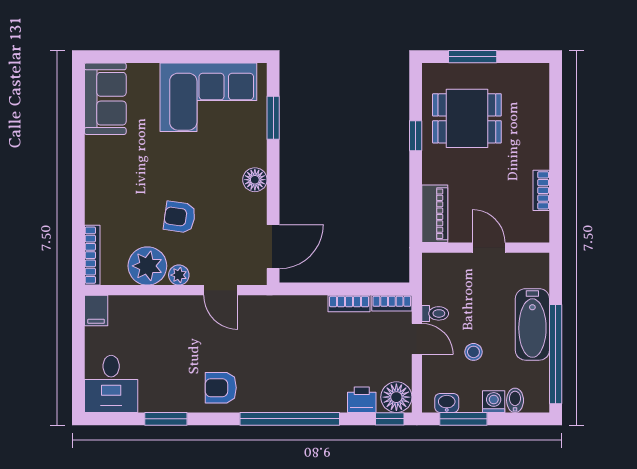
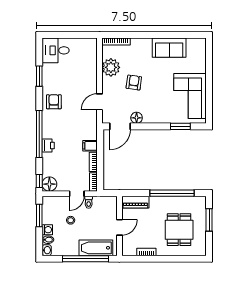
sofa: (105, 99) -> (169, 48), moved
dining table: (467, 118) -> (179, 230), moved
window: (416, 136) -> (172, 193), width x3.17
floor lamp: (255, 180) -> (137, 118), moved
door: (273, 247) -> (120, 126), hinge flipped
plant: (179, 275) -> (107, 82), removed
filing cabinet: (96, 311) -> (90, 146), moved
bathtub: (532, 324) -> (96, 248), moved
window: (556, 354) -> (85, 259), moved
printer: (362, 400) -> (48, 145), moved
washbasin: (447, 403) -> (47, 250), moved

